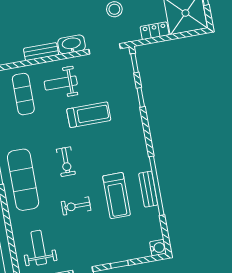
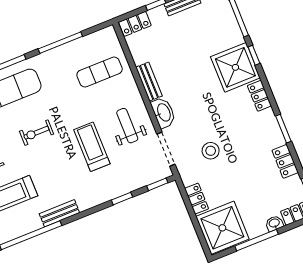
weight bench: (61, 83) -> (127, 126), moved
treadmill: (89, 115) -> (92, 147), turned 180
bench: (148, 189) -> (59, 213), moved

